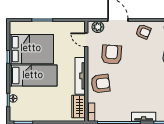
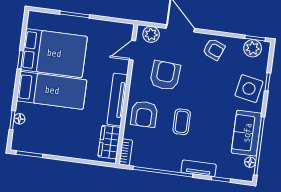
door: (86, 40) -> (132, 50), hinge flipped
armchair: (100, 84) -> (144, 114), turned 97
coffee table: (127, 86) -> (182, 122), added

